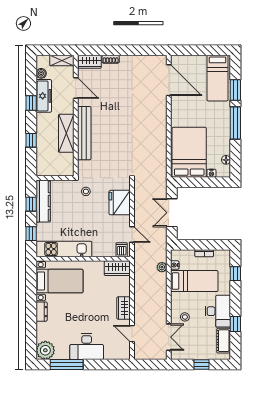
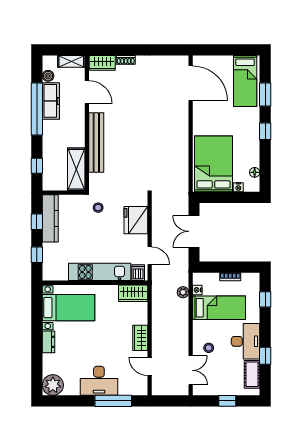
window: (31, 103) -> (37, 109), width x3.17
window: (235, 123) -> (265, 131), width x0.46
shelving: (66, 133) -> (76, 169), moved
window: (31, 140) -> (37, 166), moved
kitchen unit: (64, 249) -> (100, 272), moved
window: (67, 365) -> (113, 401), moved

